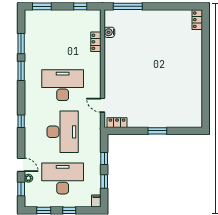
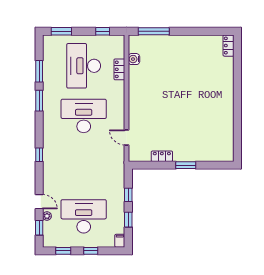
locker: (117, 123) -> (162, 156), moved
desk: (63, 132) -> (84, 66), moved, turned 180

